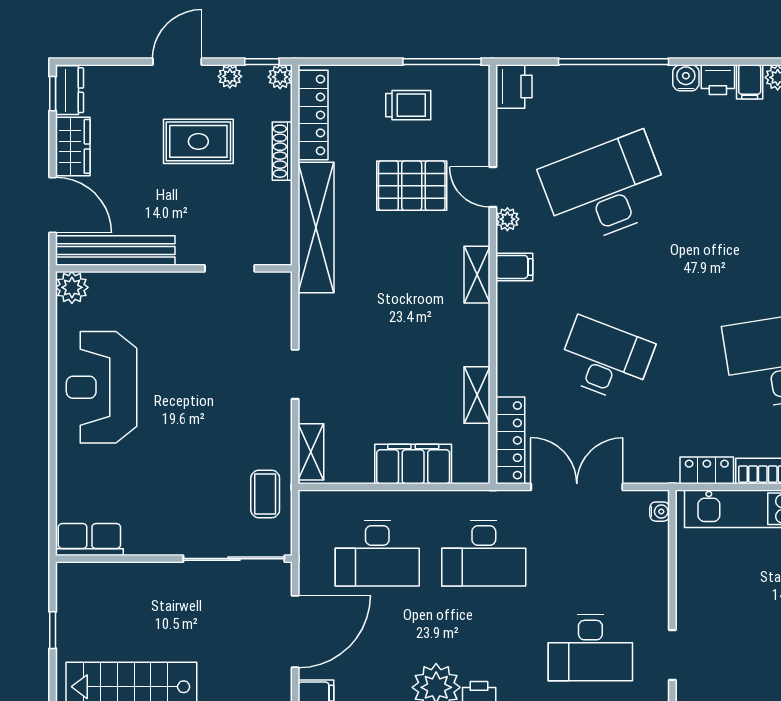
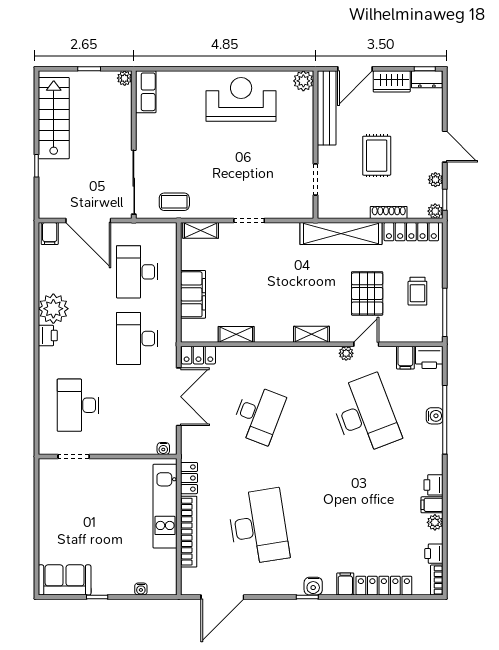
water cooler: (686, 78) -> (435, 416), moved
rug: (198, 141) -> (377, 156), moved
filing cabinet: (514, 267) -> (405, 358), moved
locker: (510, 440) -> (198, 355), width x0.66
plant: (68, 574) -> (125, 78), added

